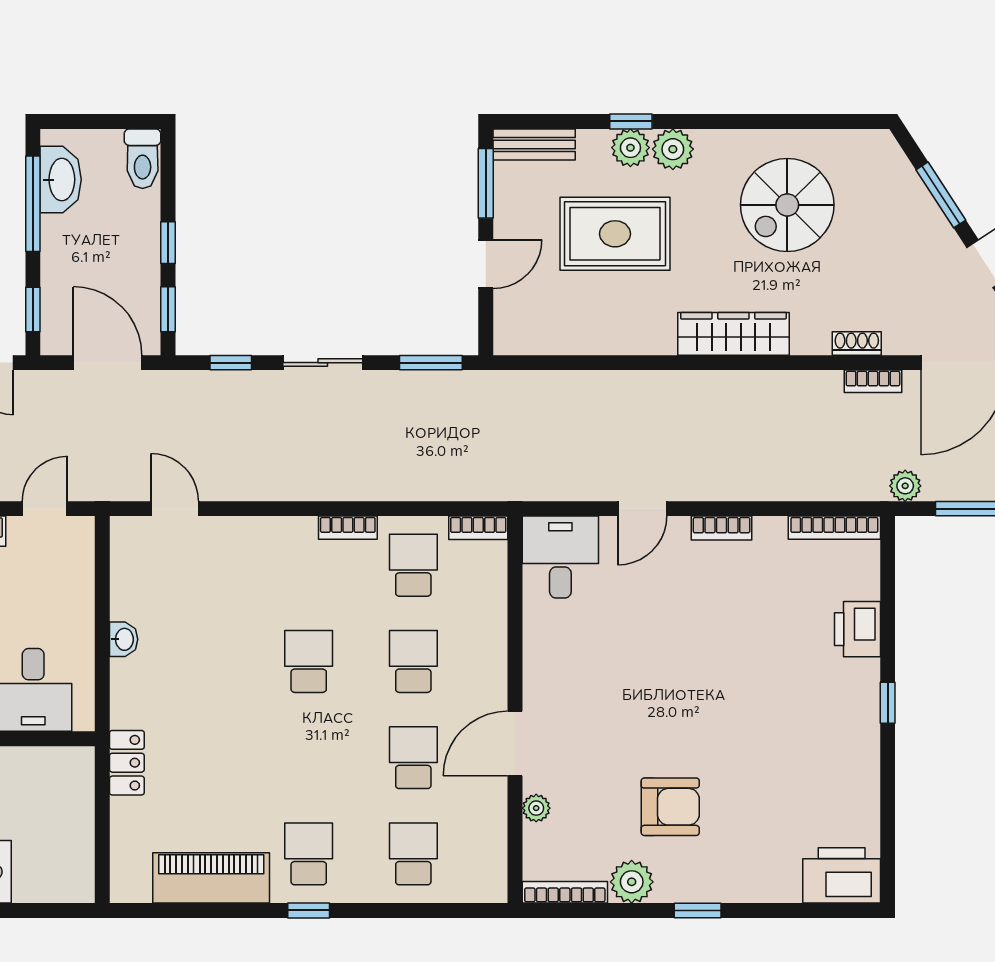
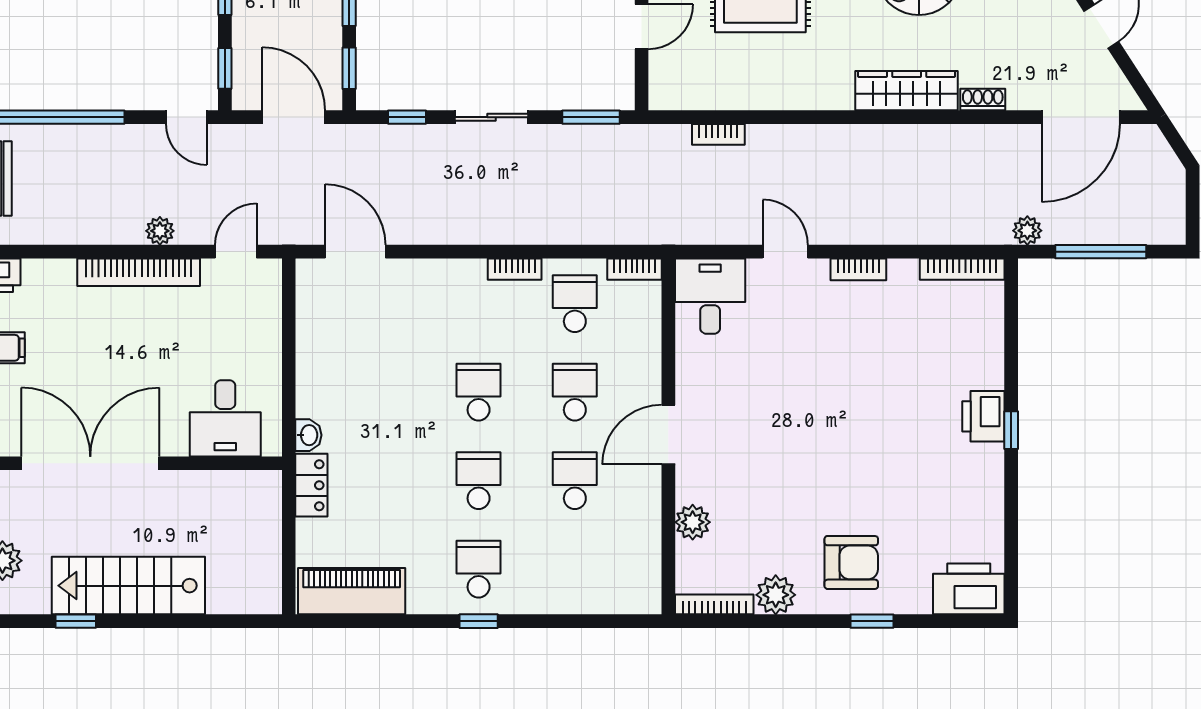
wardrobe: (733, 334) -> (907, 91), moved
bookcase: (873, 381) -> (718, 134), moved
door: (175, 509) -> (355, 252), width x1.38
door: (642, 509) -> (785, 252), swing flipped
printer: (857, 629) -> (983, 416), moved
washbasin: (124, 639) -> (308, 435), moved
door: (515, 744) -> (668, 435), moved
armchair: (670, 807) -> (851, 562), moved
plant: (536, 808) -> (693, 522), width x1.38, depth x1.38
school desk: (413, 854) -> (479, 481), moved
piano: (211, 878) -> (352, 591), moved
window: (698, 910) -> (872, 621), moved

